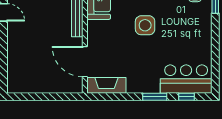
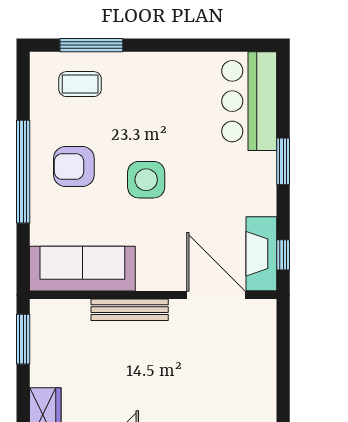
door: (85, 62) -> (216, 295), swing flipped
window: (187, 97) -> (283, 255), moved

